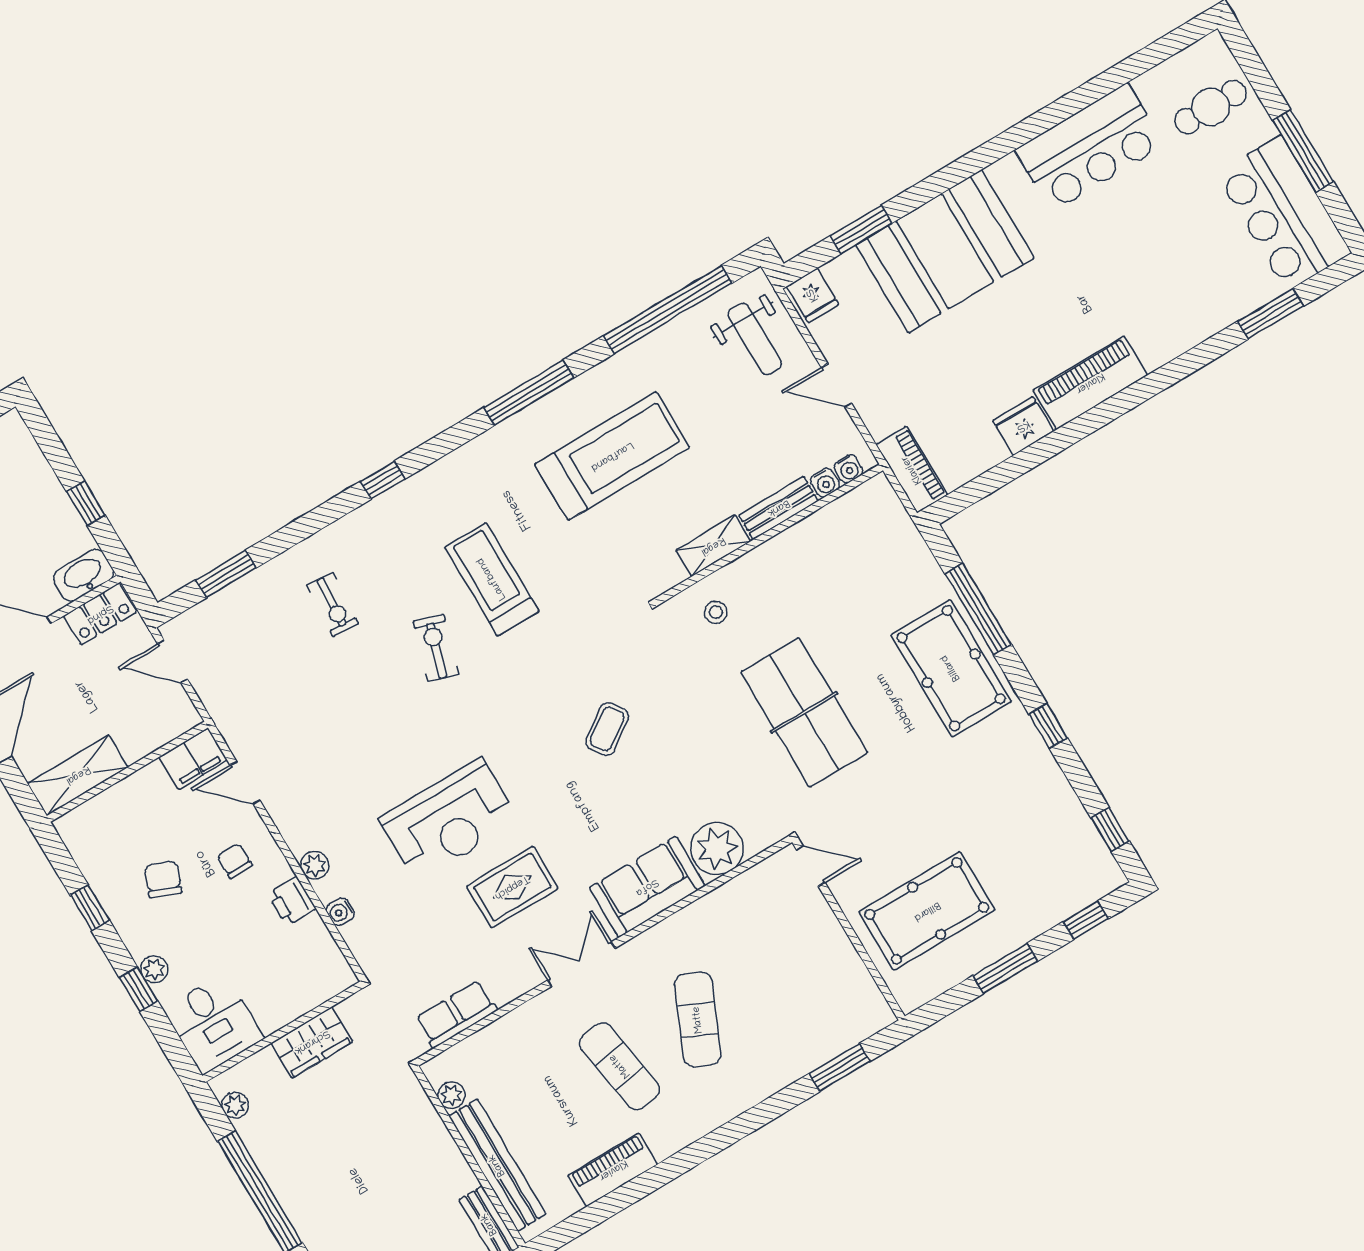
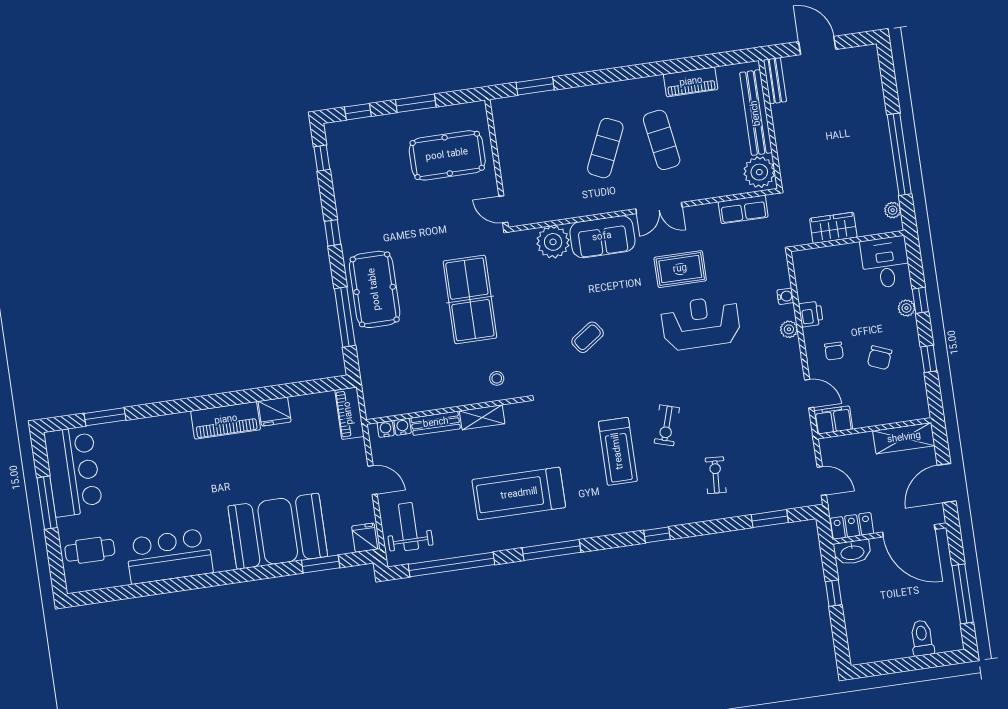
plant: (452, 1095) -> (759, 172), width x1.87, depth x1.87

